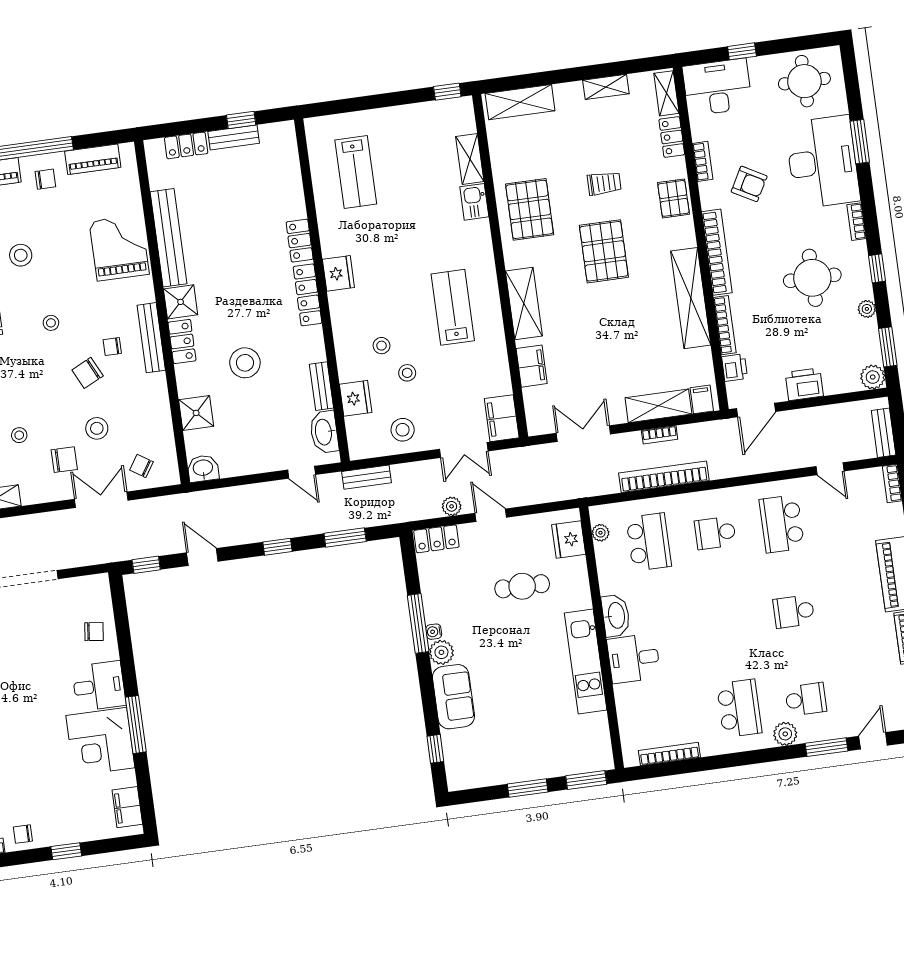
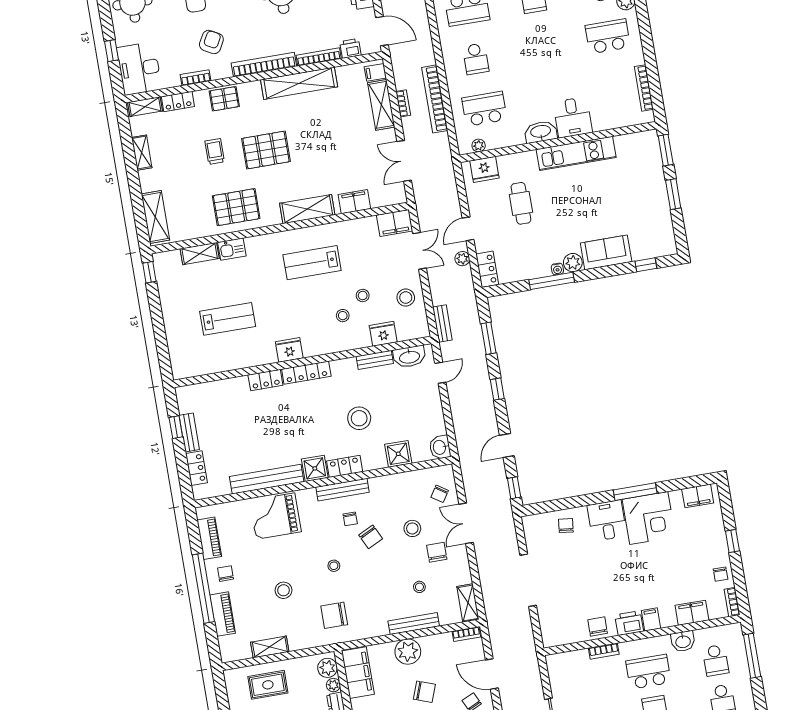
lab bench: (356, 172) -> (228, 319), moved

